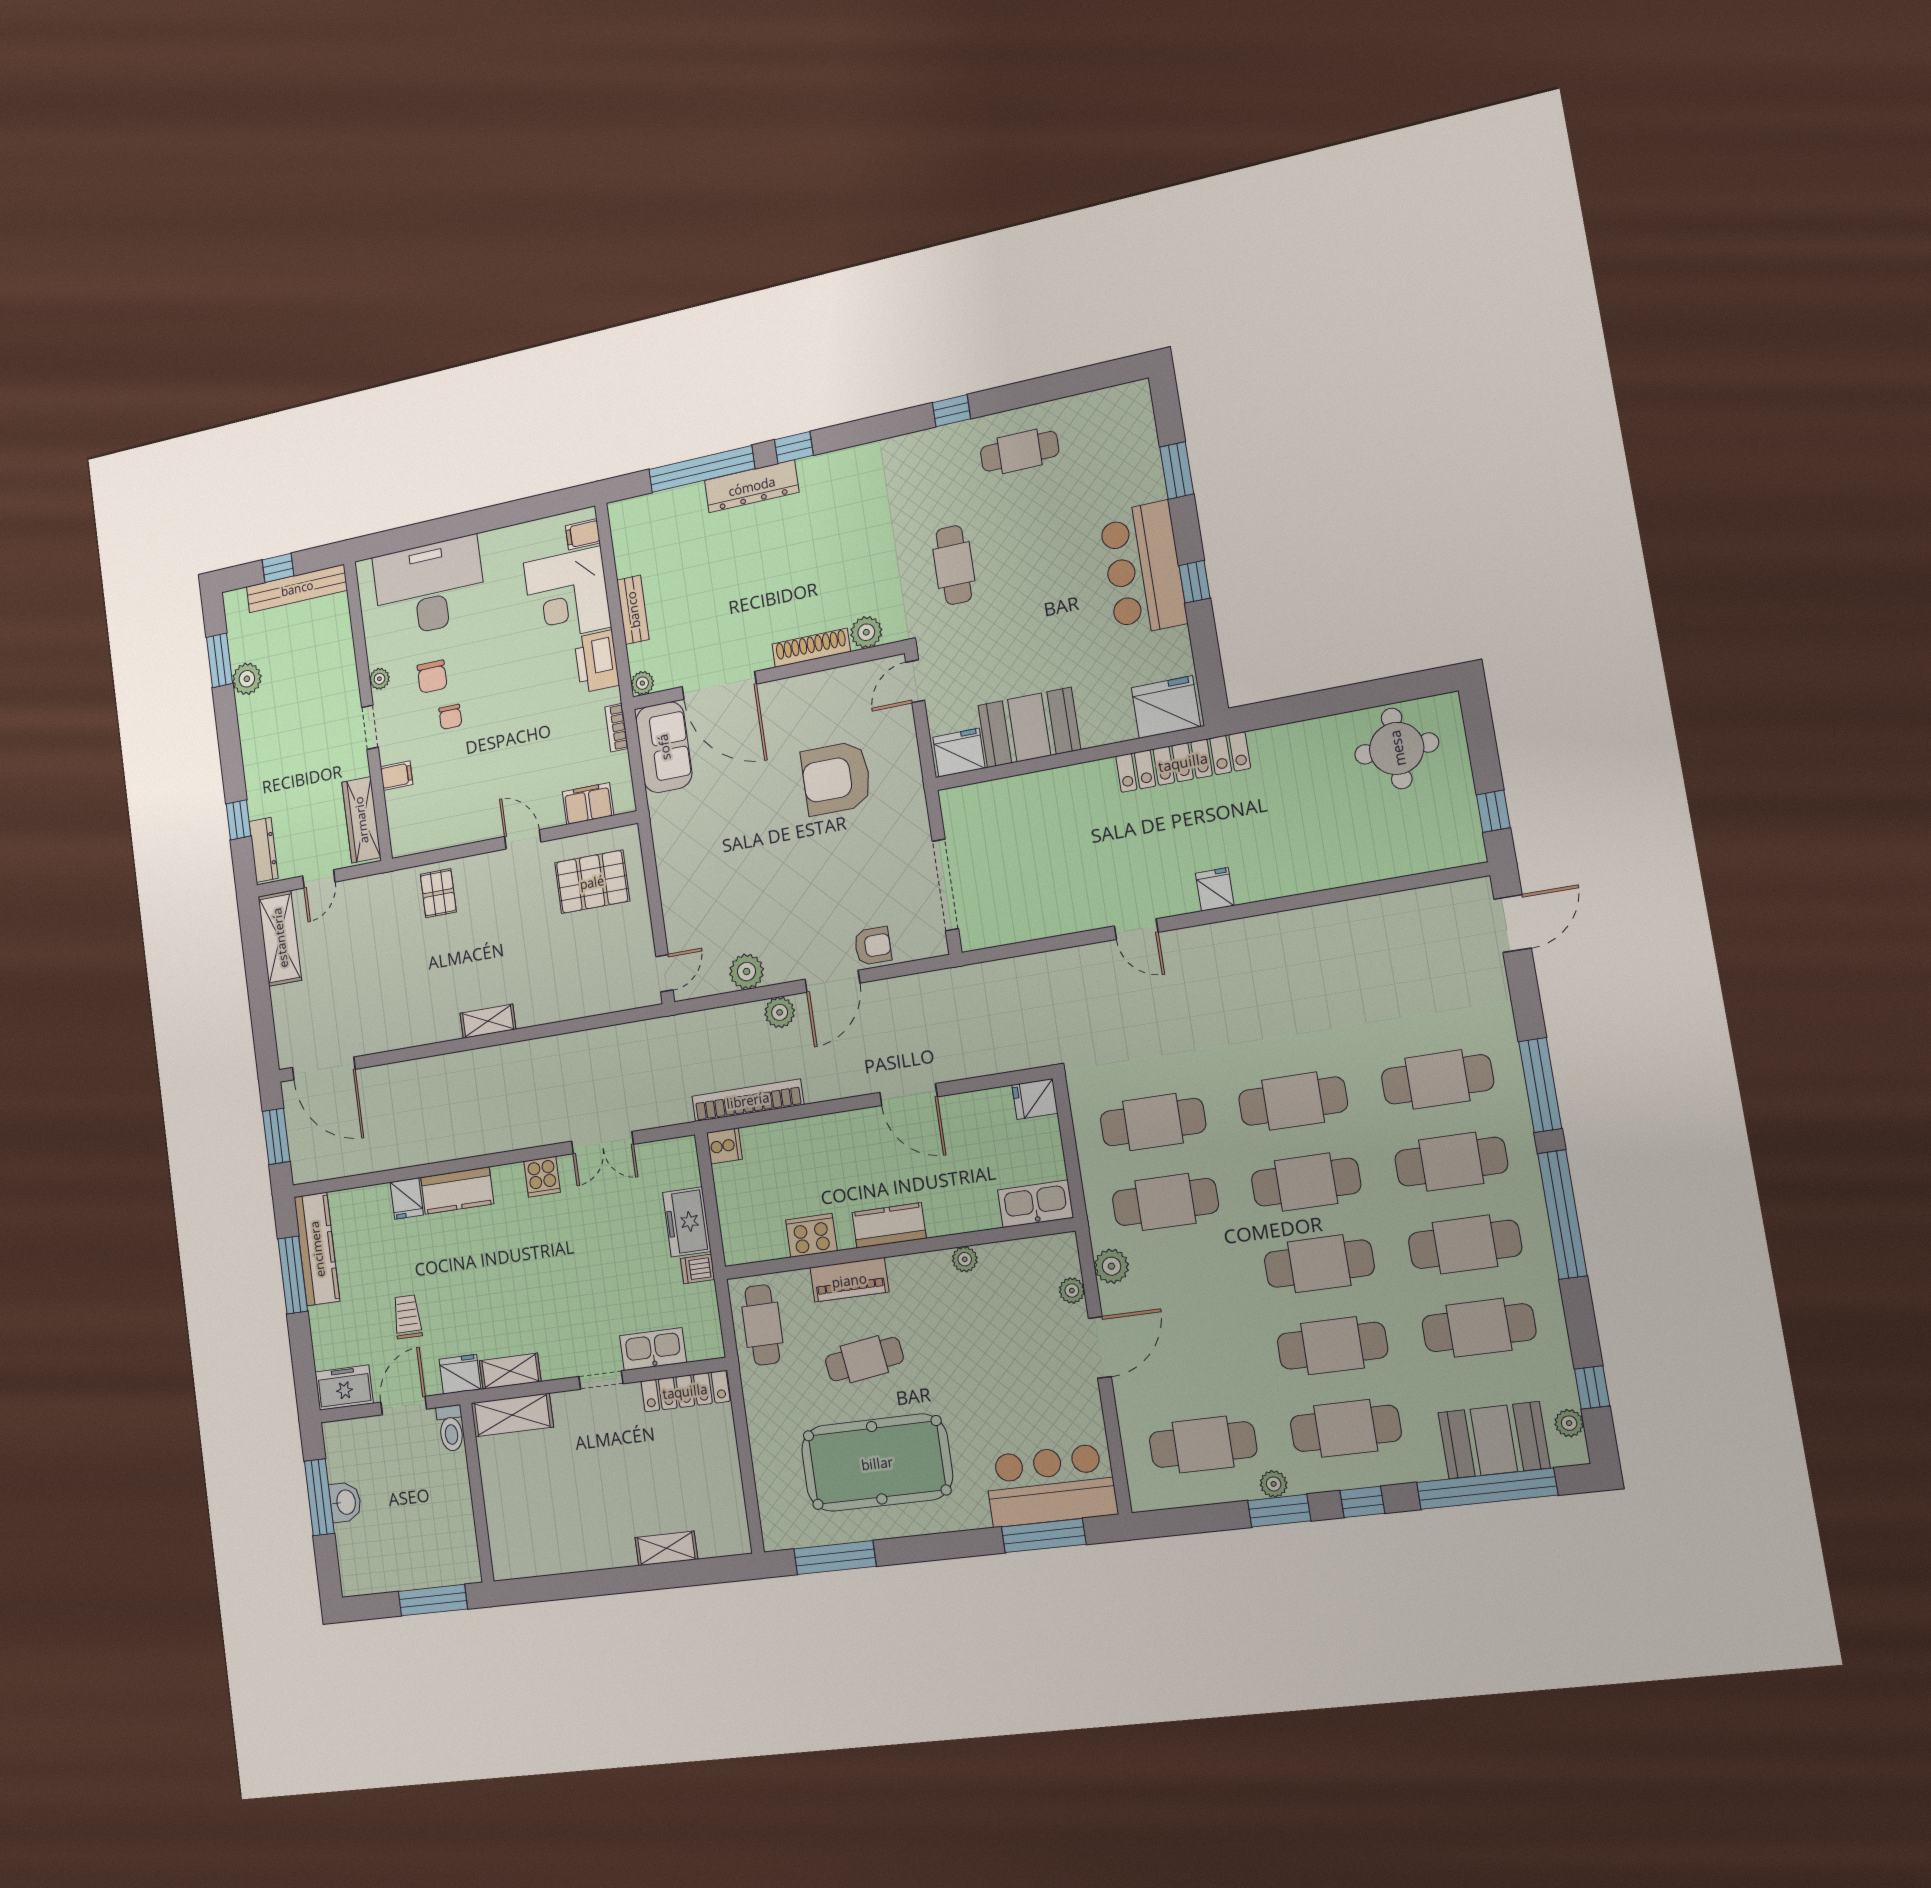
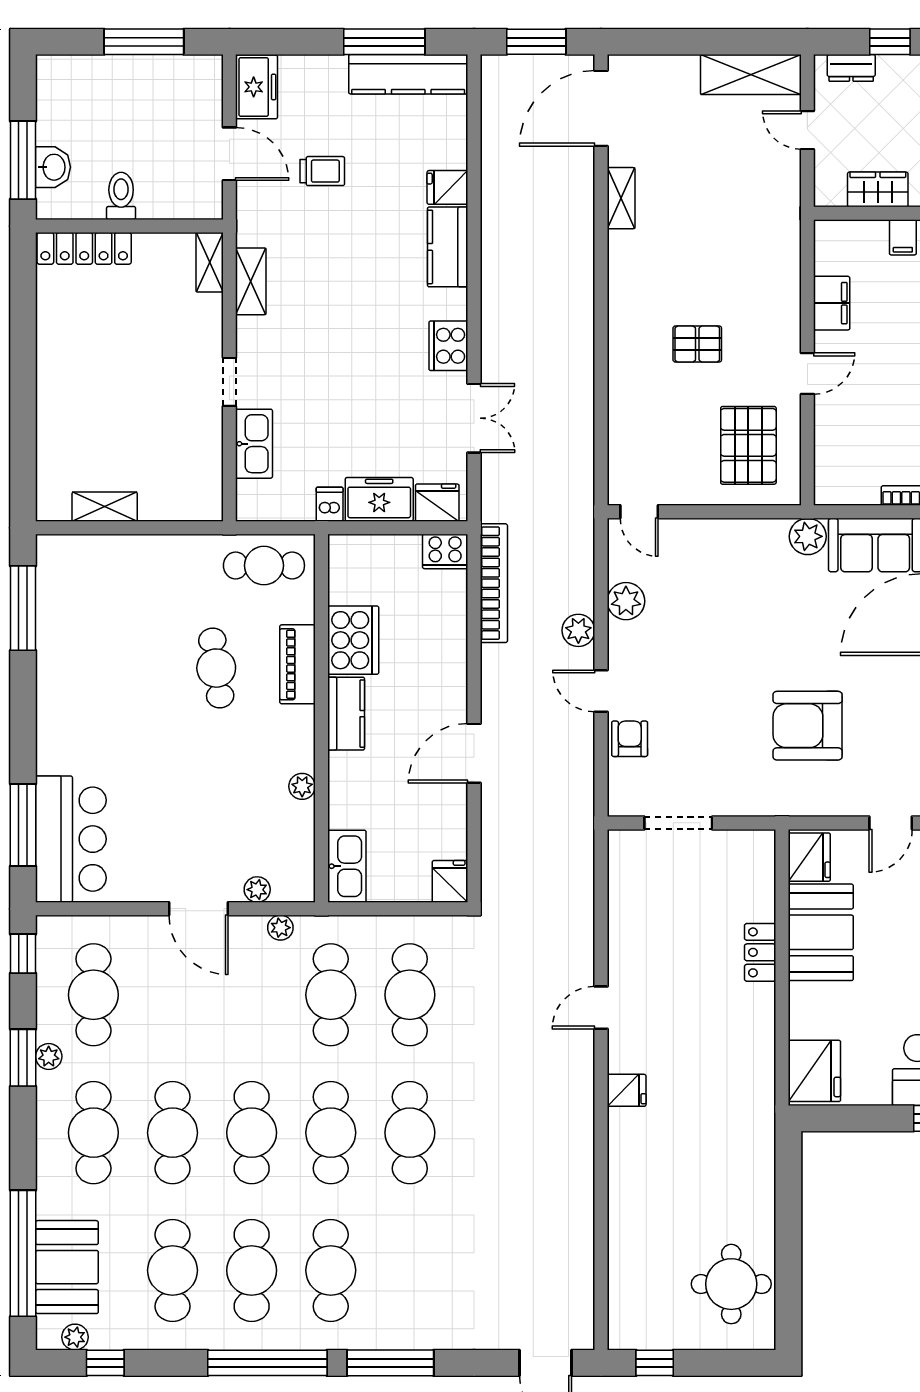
door: (915, 681) -> (891, 823), swing flipped
locker: (1183, 762) -> (760, 952), moved, width x0.46, depth x0.83
armchair: (836, 778) -> (808, 726), turned -90
filing cabinet: (588, 804) -> (832, 303), moved
plant: (665, 811) -> (808, 536), added
wardrobe: (361, 820) -> (878, 189), width x0.67
dresser: (264, 850) -> (851, 68), width x0.70
doorway: (945, 885) -> (678, 823), width x0.73
pallet: (438, 893) -> (697, 344), moved
armchair: (873, 946) -> (630, 739), turned 180
door: (832, 981) -> (601, 691), width x0.73
shelving: (488, 1021) -> (621, 198), moved
cafe table: (1437, 1079) -> (410, 1270), removed
double door: (602, 1143) -> (474, 418), swing flipped
cooker: (724, 1146) -> (445, 551), width x1.36
cooker: (542, 1177) -> (448, 346), width x1.36
cooker: (811, 1235) -> (353, 640), width x1.37, depth x1.31
plant: (1111, 1266) -> (280, 928), width x0.73, depth x0.73
fridge: (460, 1374) -> (437, 503), moved, turned -90
locker: (685, 1391) -> (84, 248), moved, turned -90
shelving: (512, 1415) -> (210, 262), width x0.67, depth x0.75
toilet: (451, 1428) -> (121, 196), moved, turned 90
pool table: (877, 1463) -> (112, 666), removed
washbasin: (345, 1502) -> (53, 167), moved, turned -90
window: (1362, 1502) -> (23, 954), moved
shelving: (666, 1548) -> (105, 507), moved, turned 90

